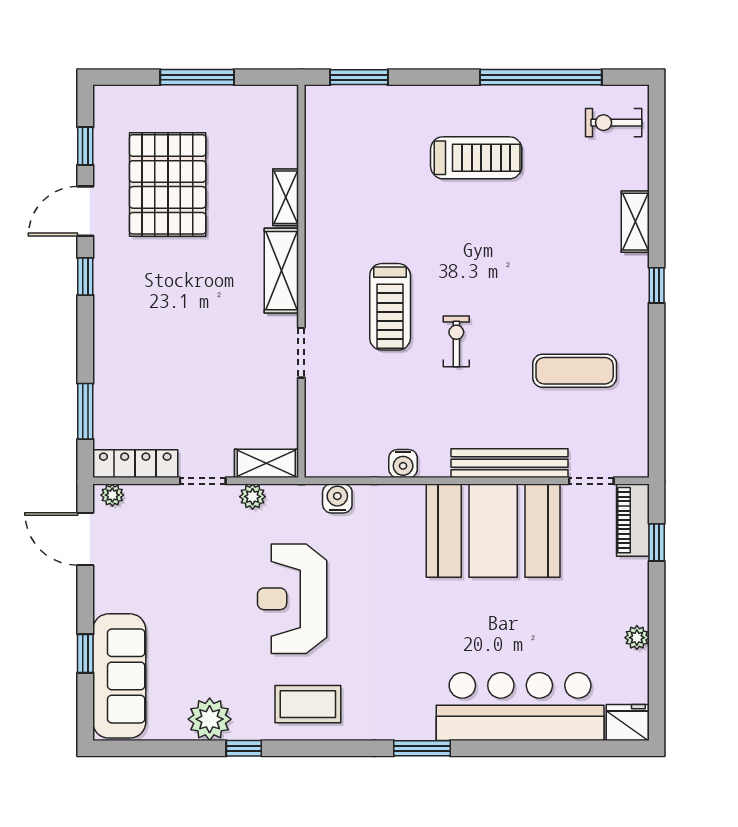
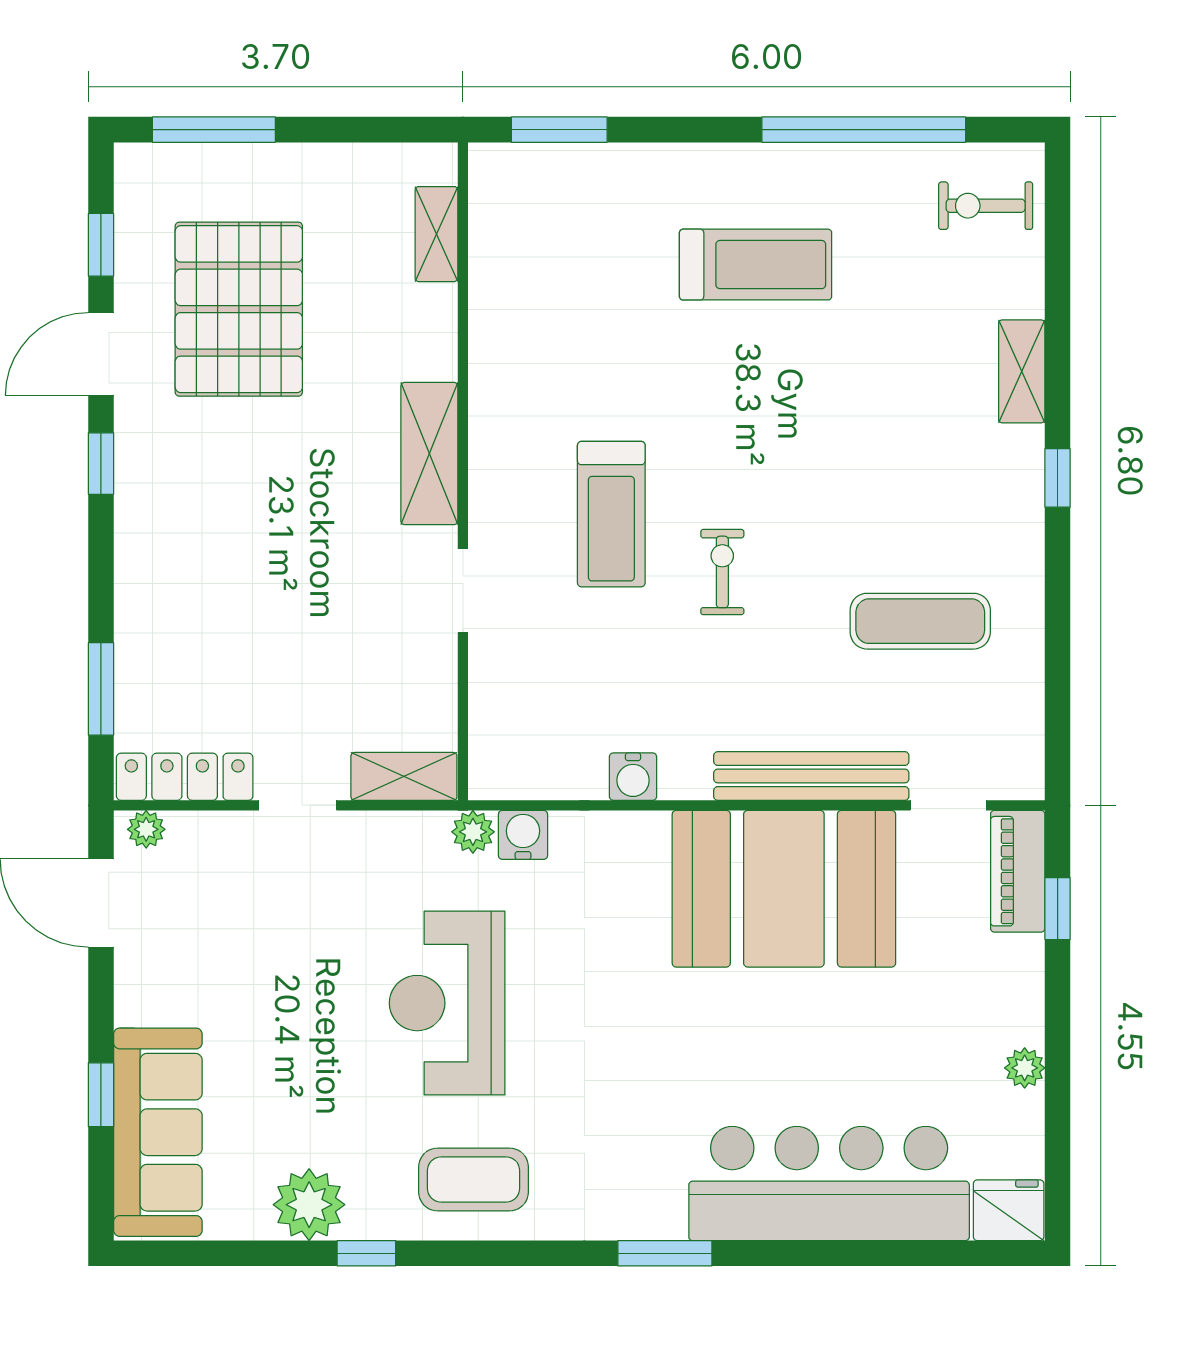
window: (197, 77) -> (214, 130), moved
shelving: (286, 197) -> (436, 234), moved
plant: (253, 497) -> (473, 832), moved

